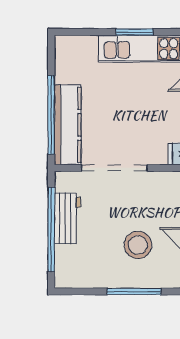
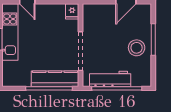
workbench: (67, 218) -> (110, 79), width x1.38
stool: (138, 245) -> (137, 48), moved

